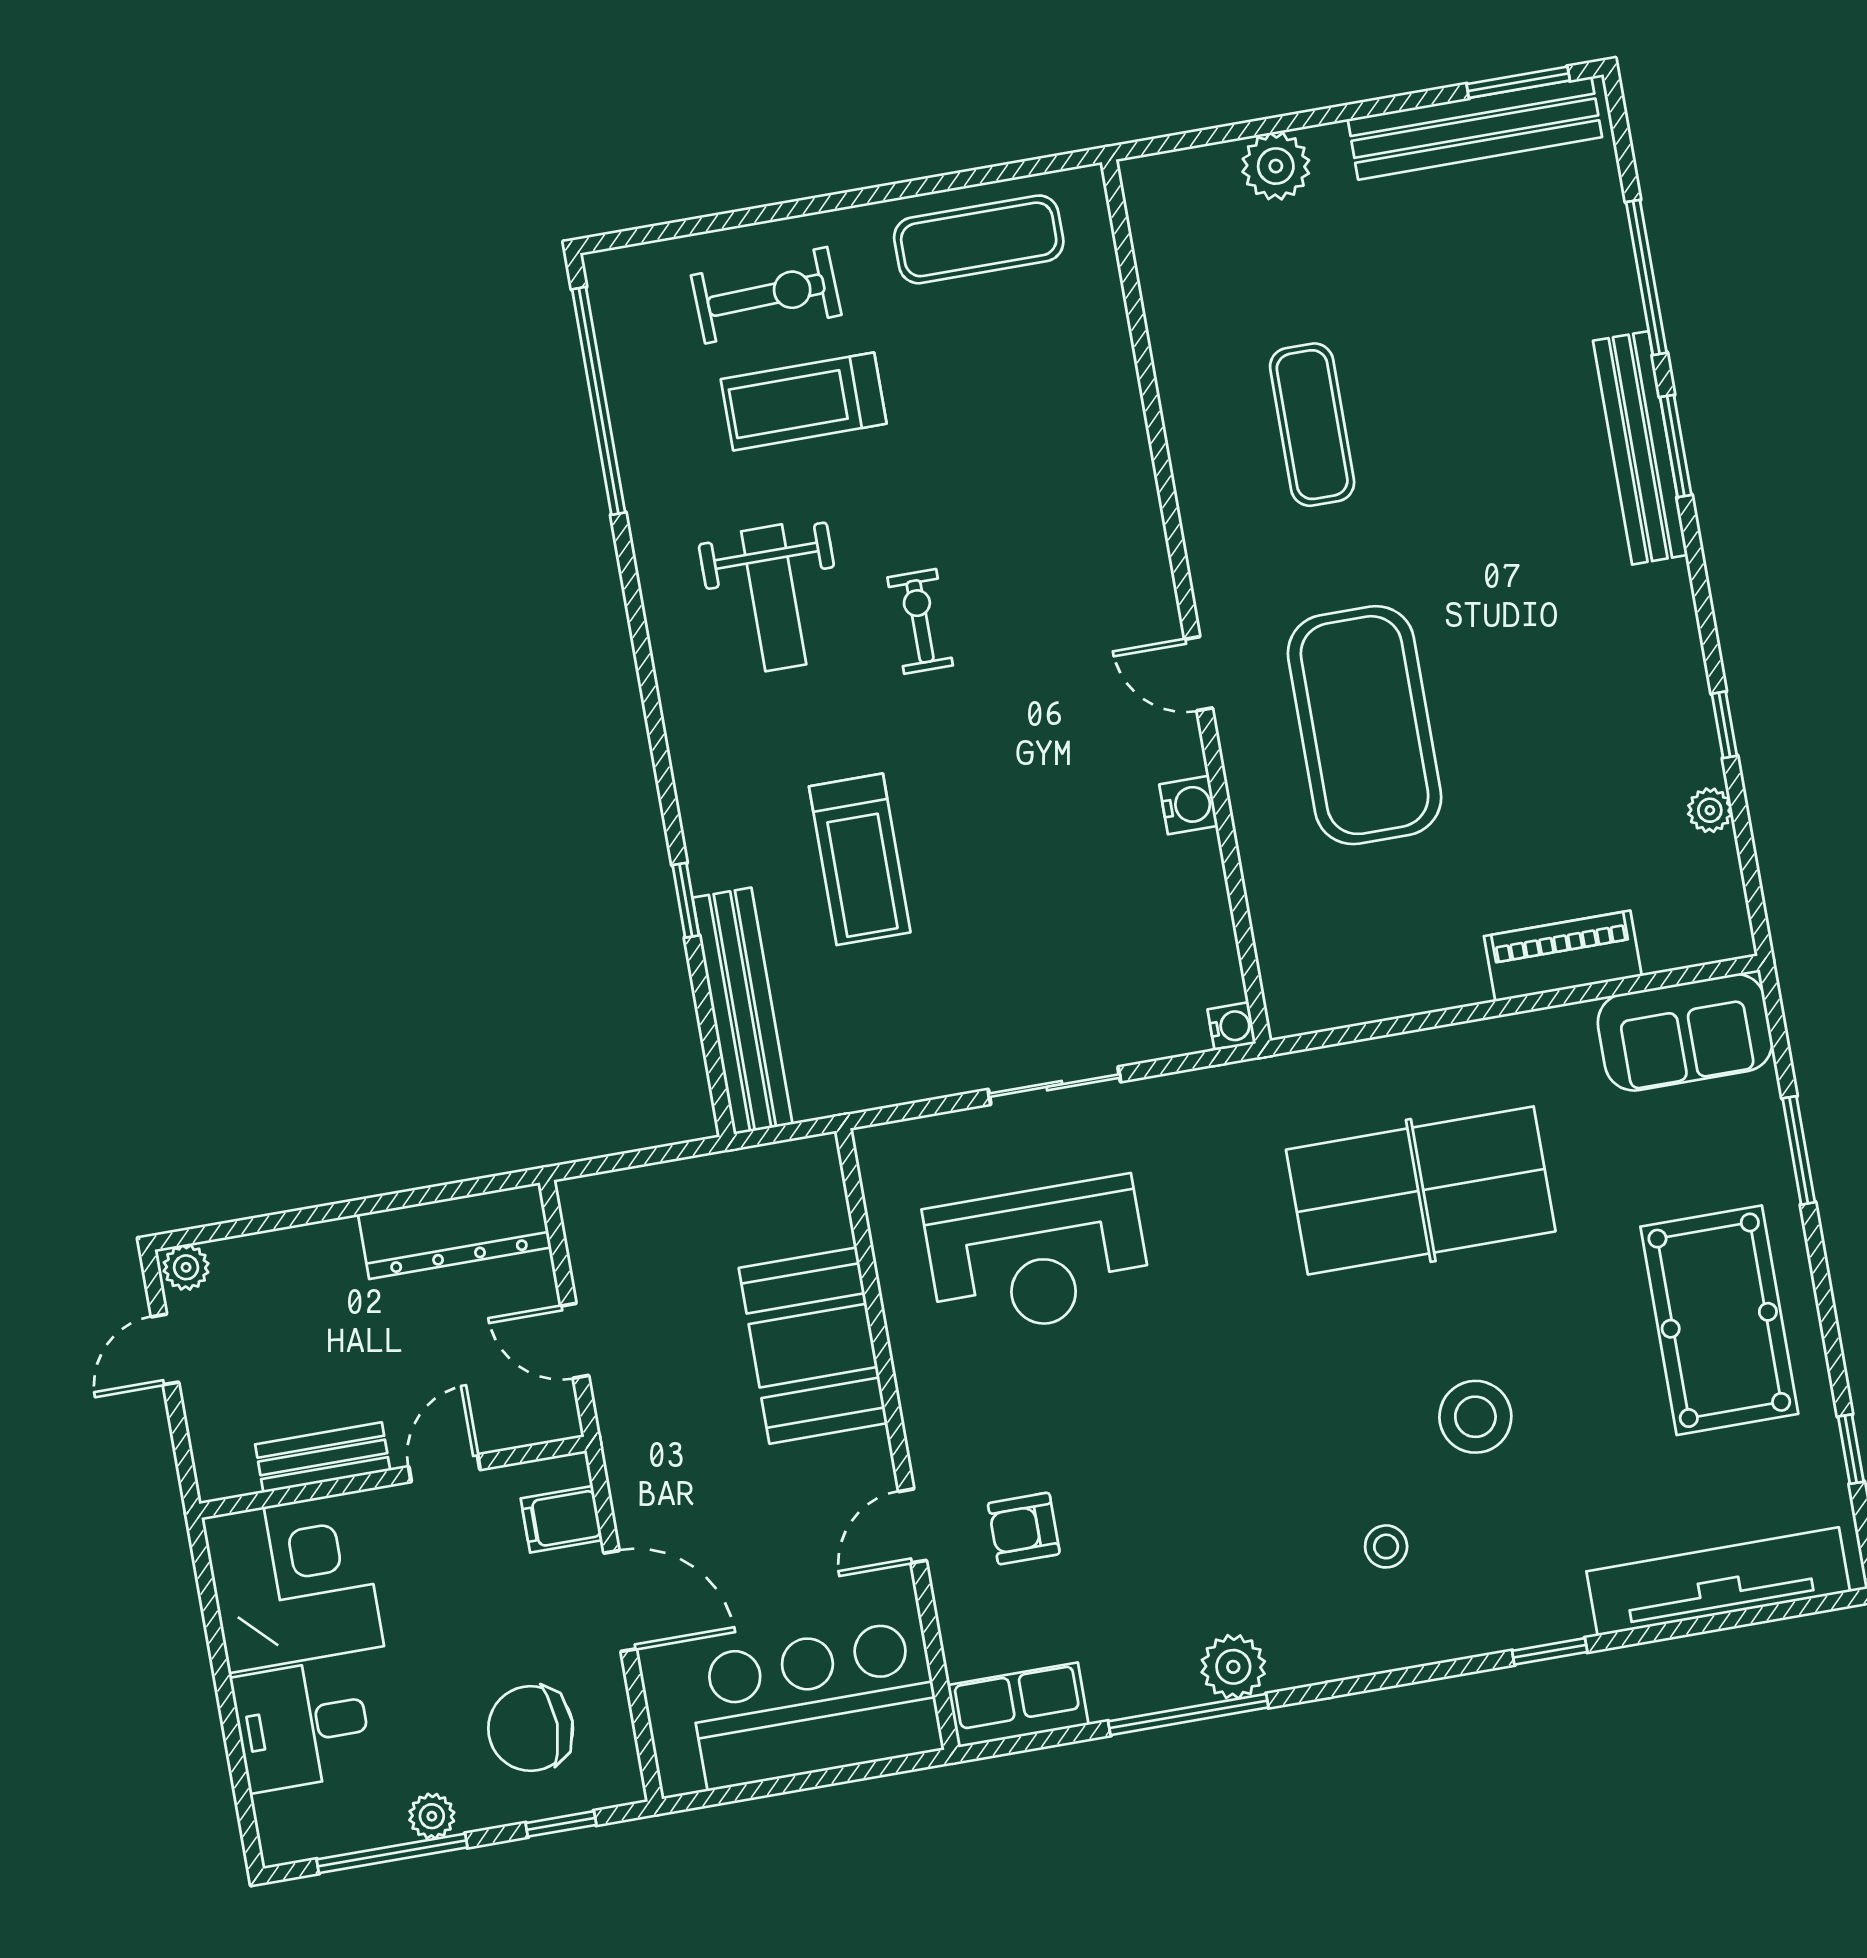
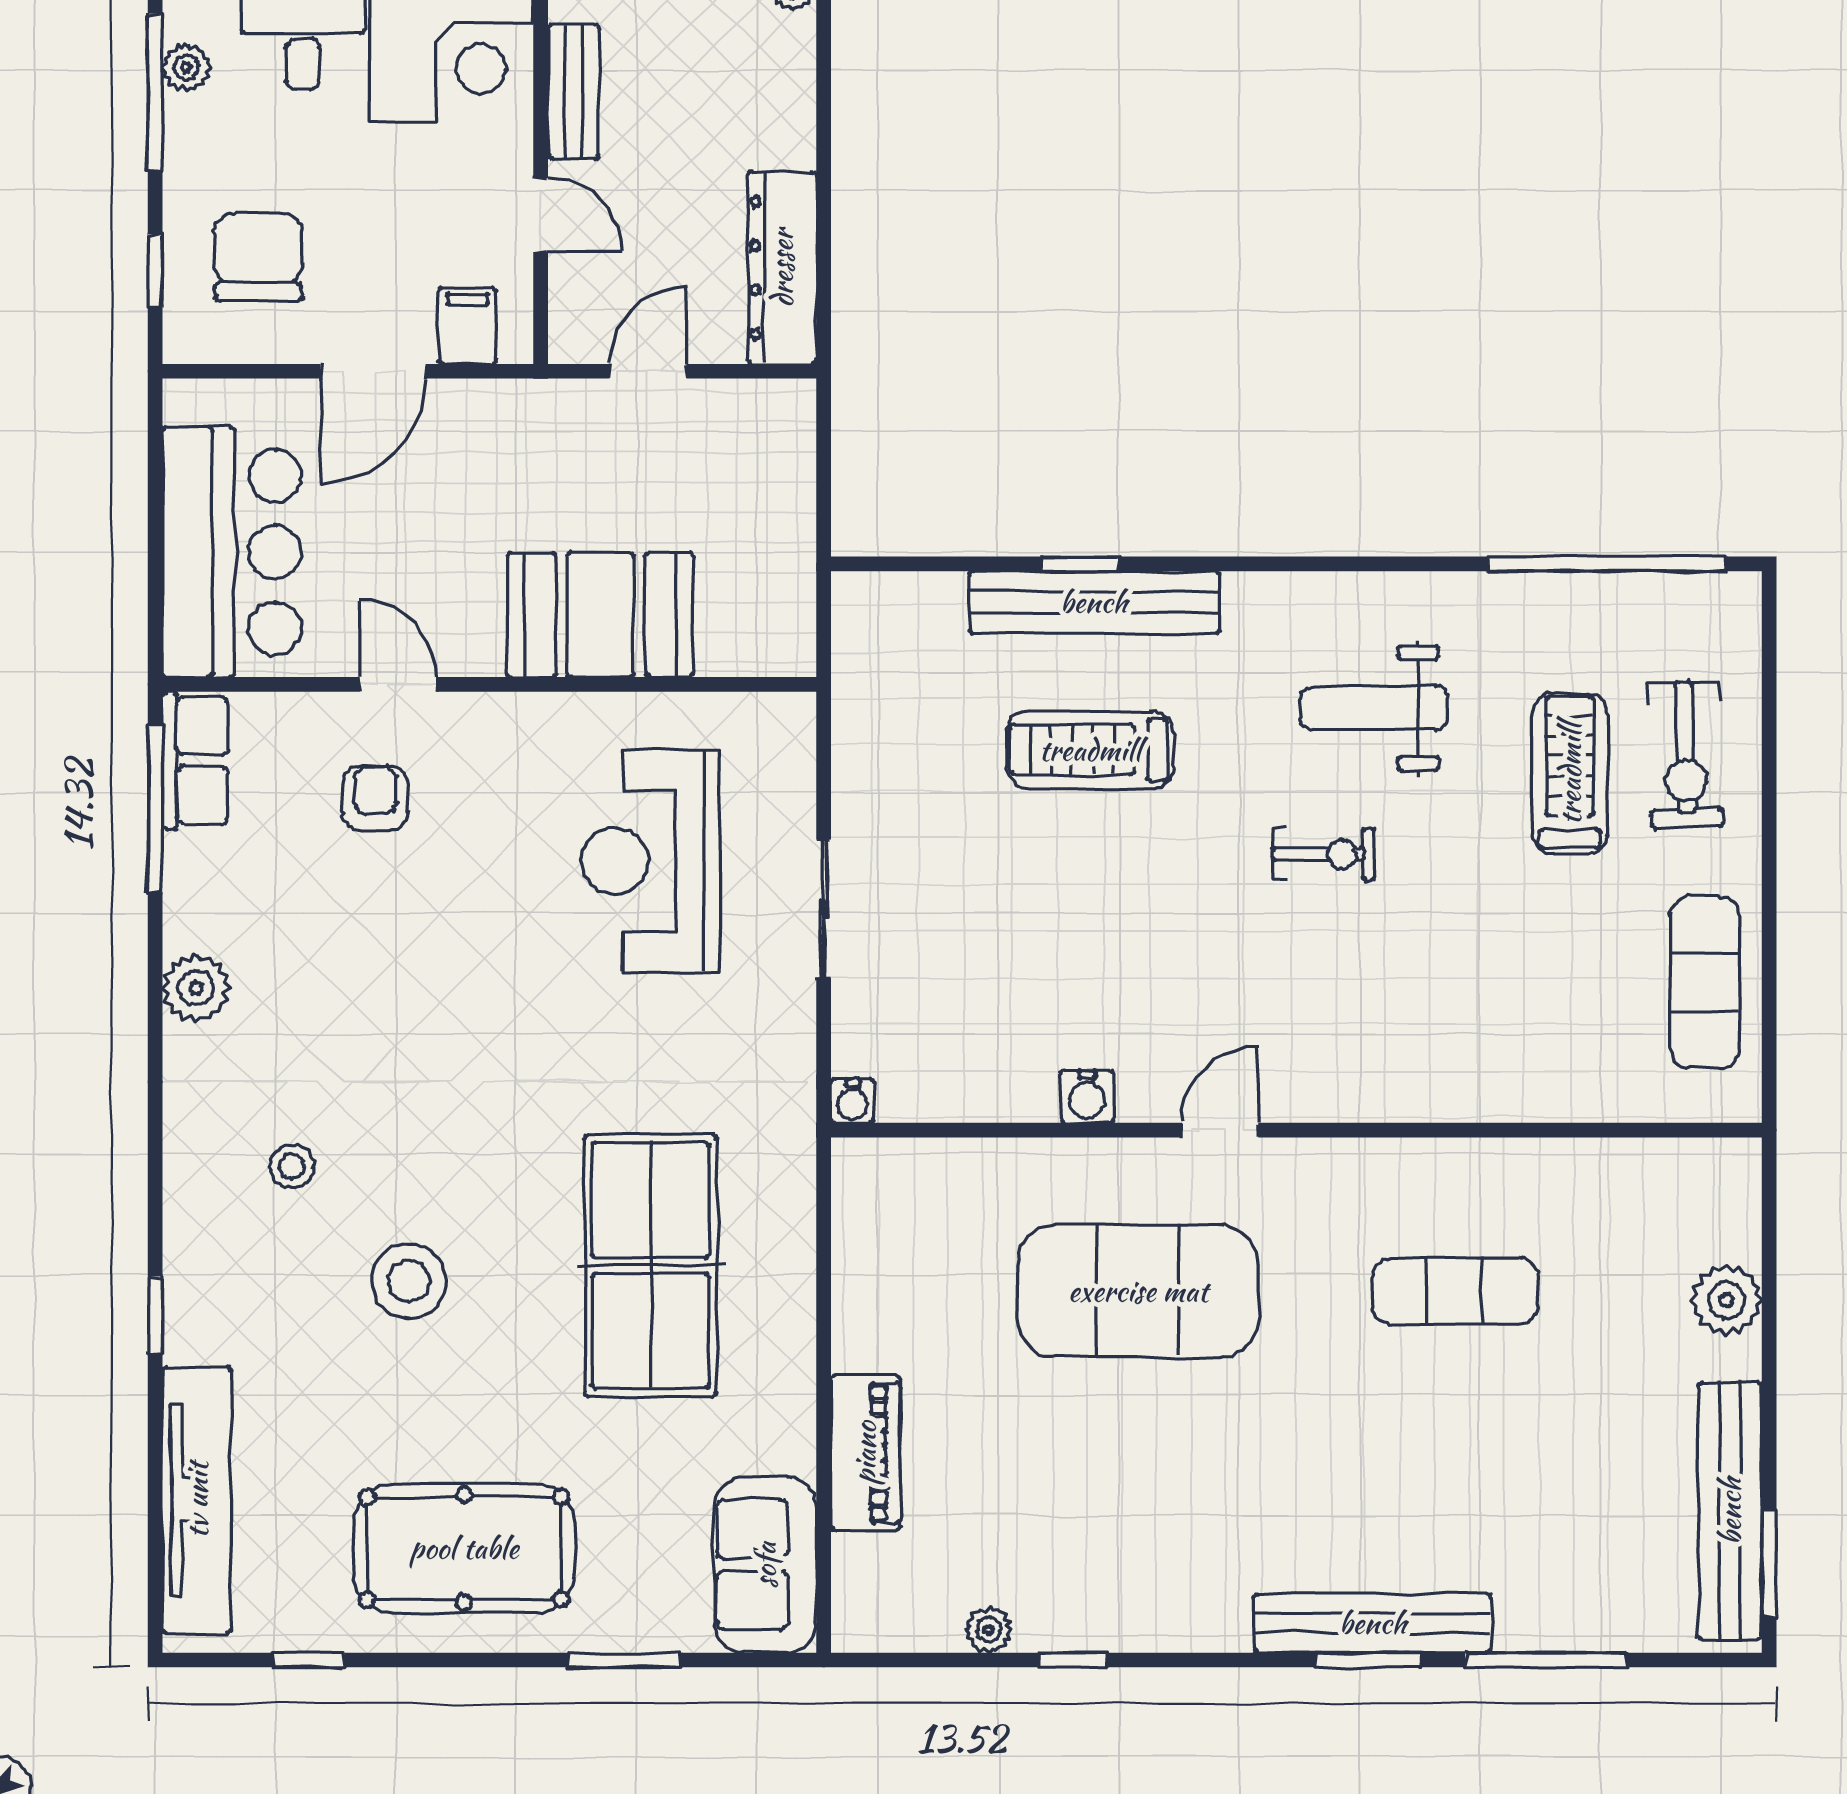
bench: (742, 1011) -> (1094, 602), moved
window: (1188, 1714) -> (155, 809), moved
plant: (432, 1816) -> (186, 68), moved

